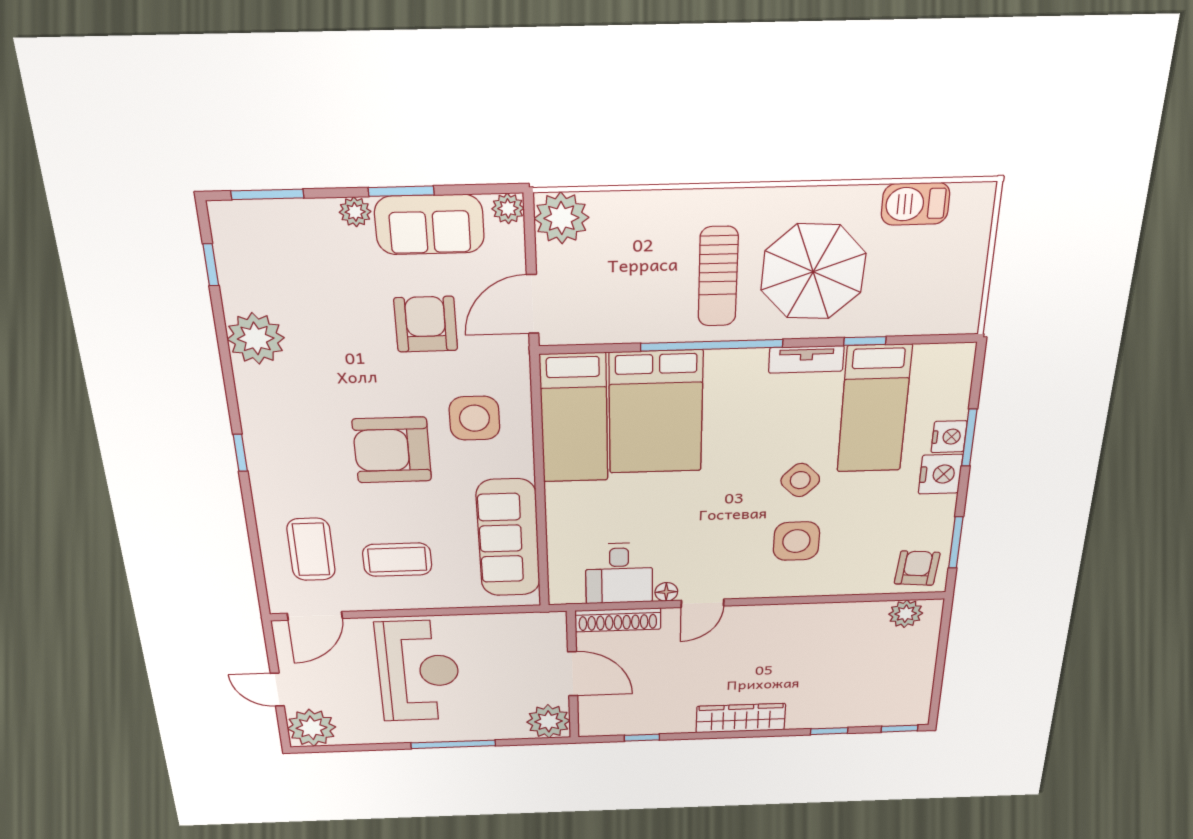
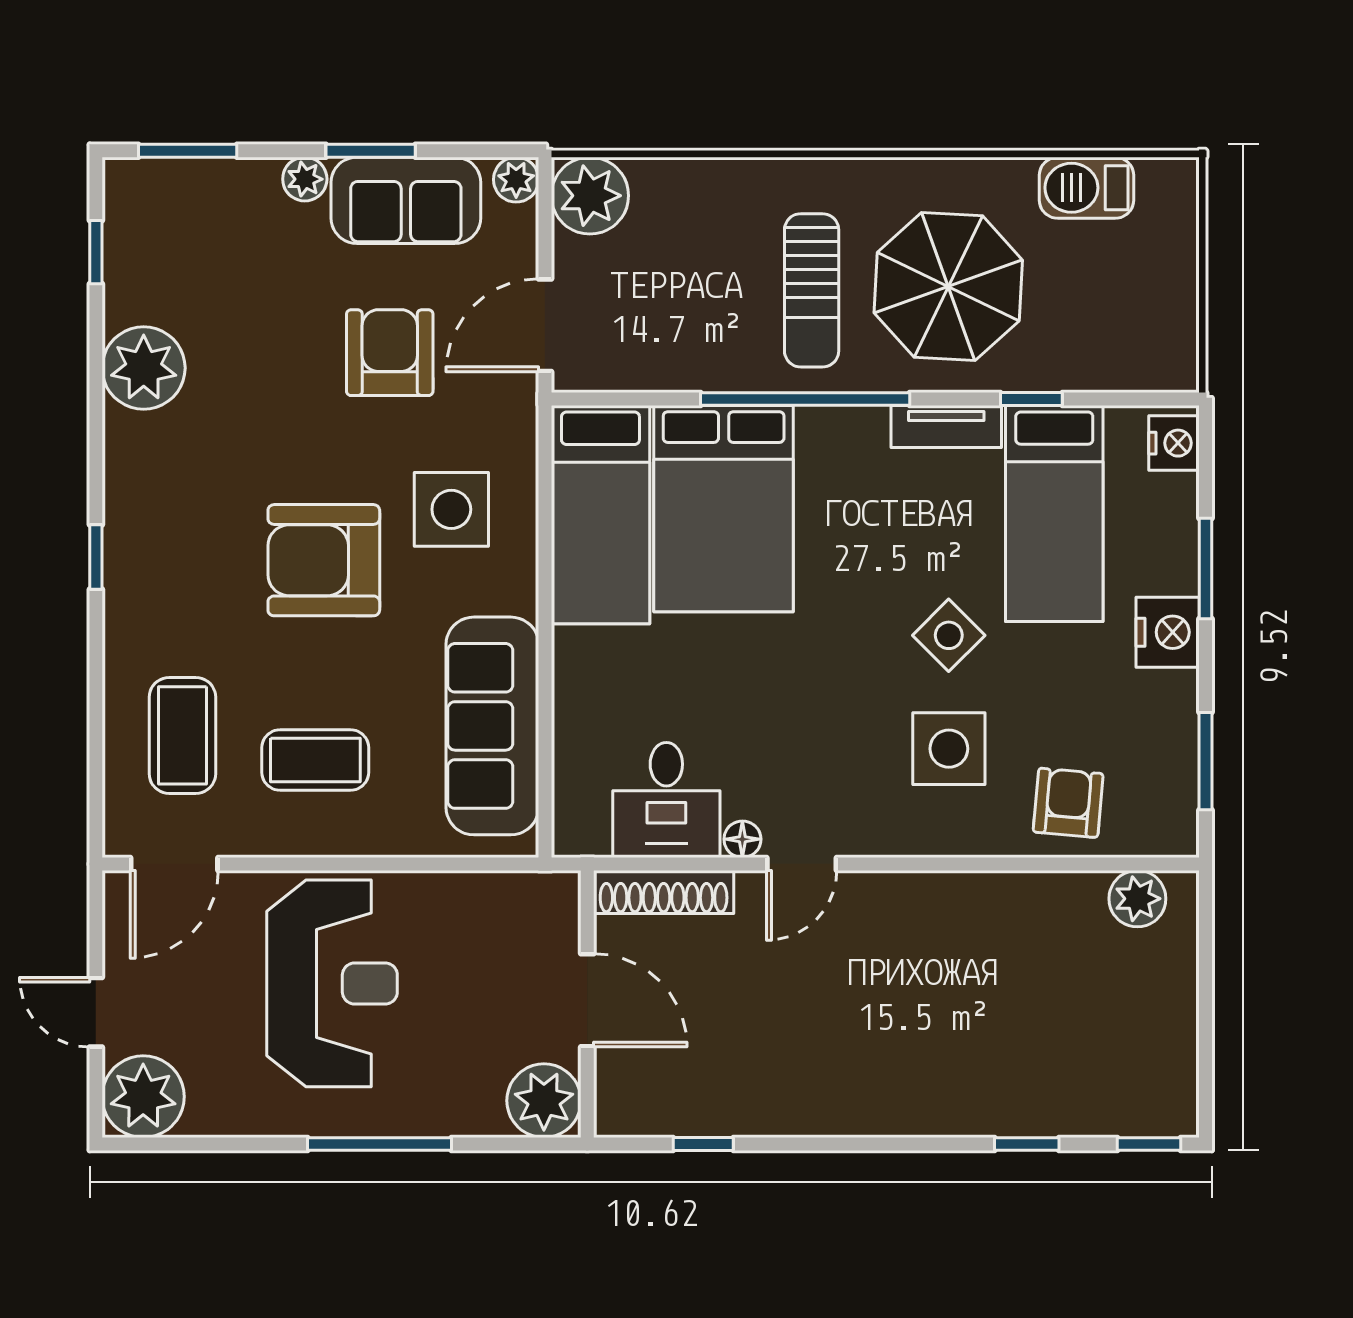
nightstand: (949, 437) -> (1174, 443), moved
armchair: (917, 568) -> (1068, 803), moved
wardrobe: (741, 718) -> (872, 1108), removed

